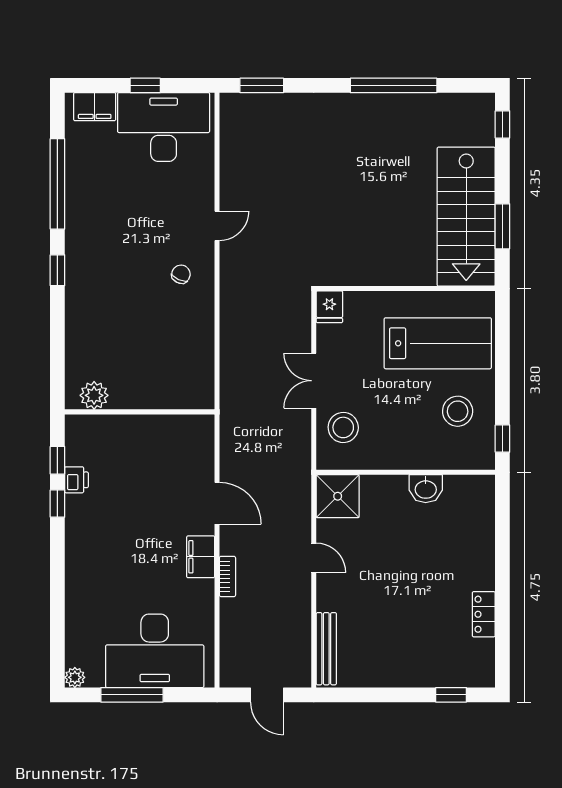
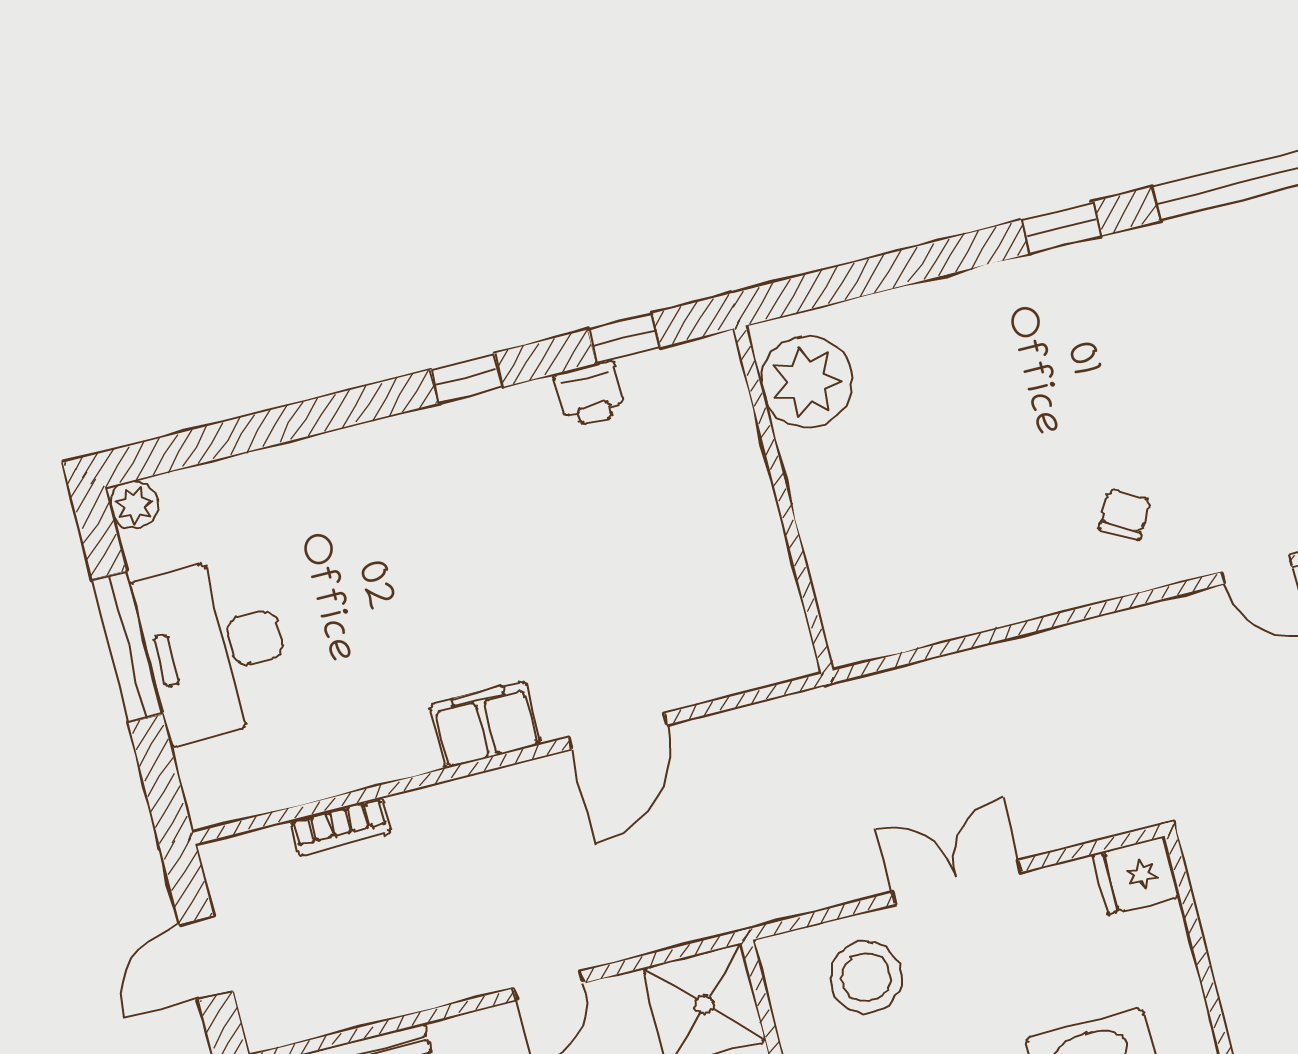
chair: (181, 274) -> (1124, 514), turned -86
plant: (94, 395) -> (807, 382), width x1.36, depth x1.36
window: (57, 504) -> (466, 378), moved
bookcase: (227, 576) -> (341, 827), moved
desk: (155, 651) -> (215, 648), width x0.73, depth x0.77

